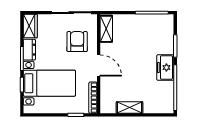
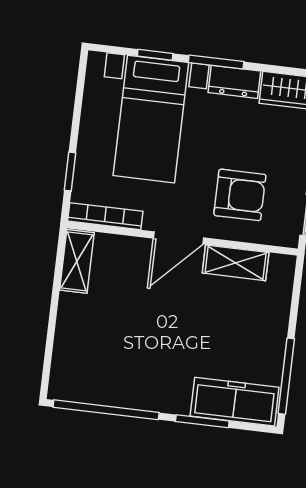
shelving: (106, 29) -> (236, 263), moved
freezer: (165, 68) -> (235, 402), moved, width x1.40
shelving: (129, 107) -> (77, 261), moved

